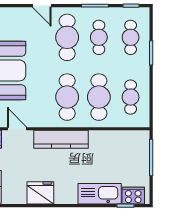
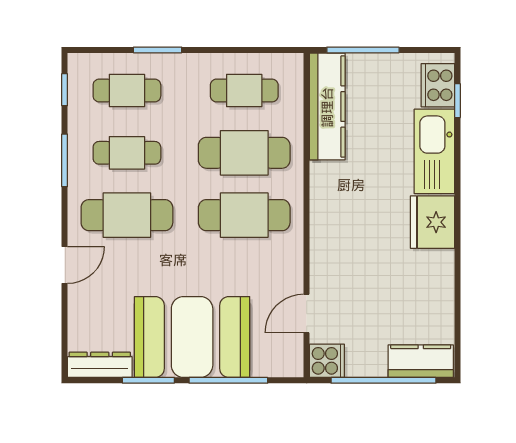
kitchen counter: (61, 139) -> (327, 107), moved
fridge: (40, 193) -> (432, 222), moved

